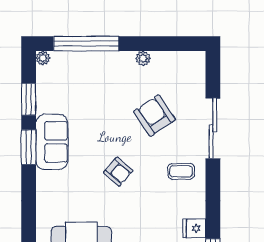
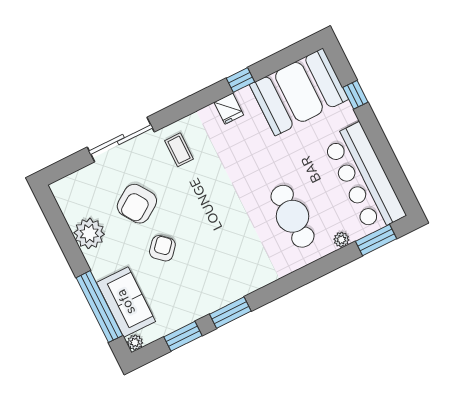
plant: (143, 58) -> (89, 233), width x1.87, depth x1.87
sofa: (52, 142) -> (126, 302), moved, turned 90
armchair: (118, 172) -> (162, 248), moved

